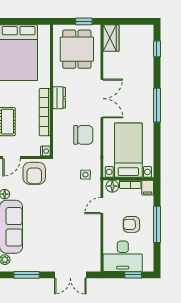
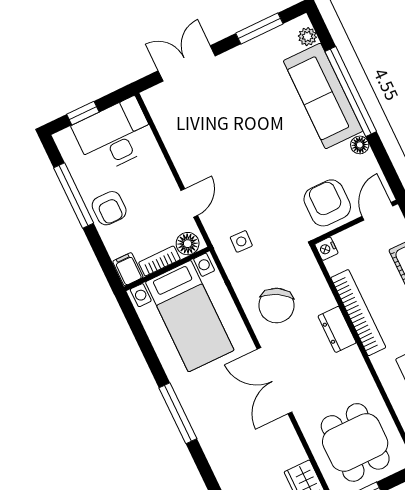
dresser: (59, 98) -> (337, 329), moved
chair: (83, 135) -> (276, 305), turned -61
armchair: (131, 224) -> (109, 208), moved, turned 91
window: (157, 224) -> (74, 196), moved

